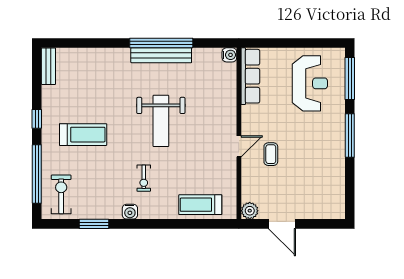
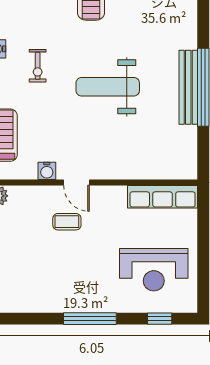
water cooler: (229, 55) -> (47, 171), moved
window: (350, 79) -> (160, 319), width x0.46
exercise bike: (144, 178) -> (38, 66), turned -90

